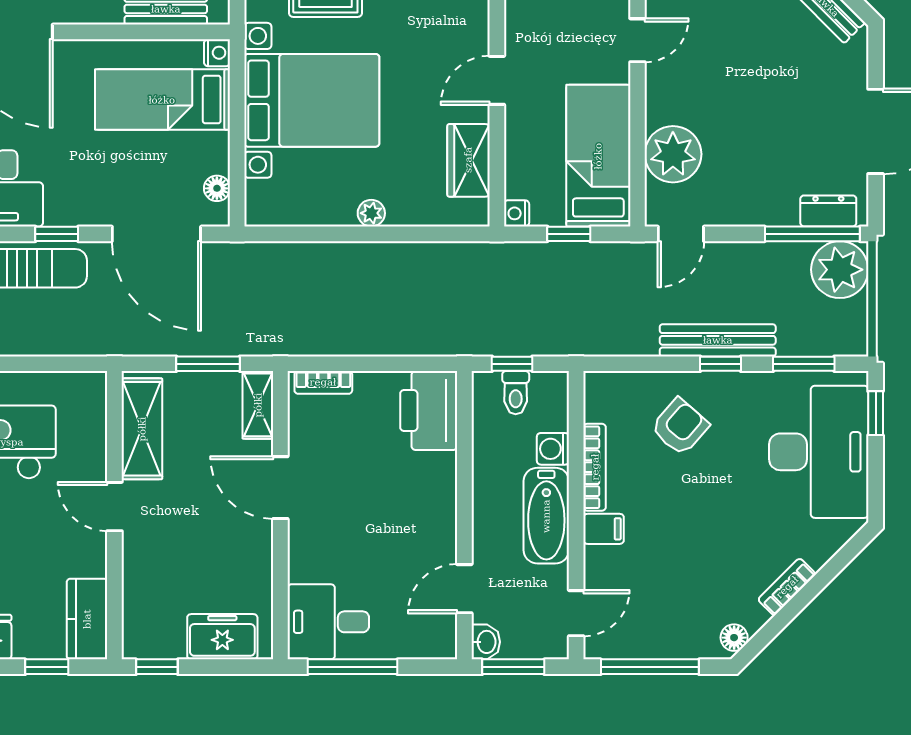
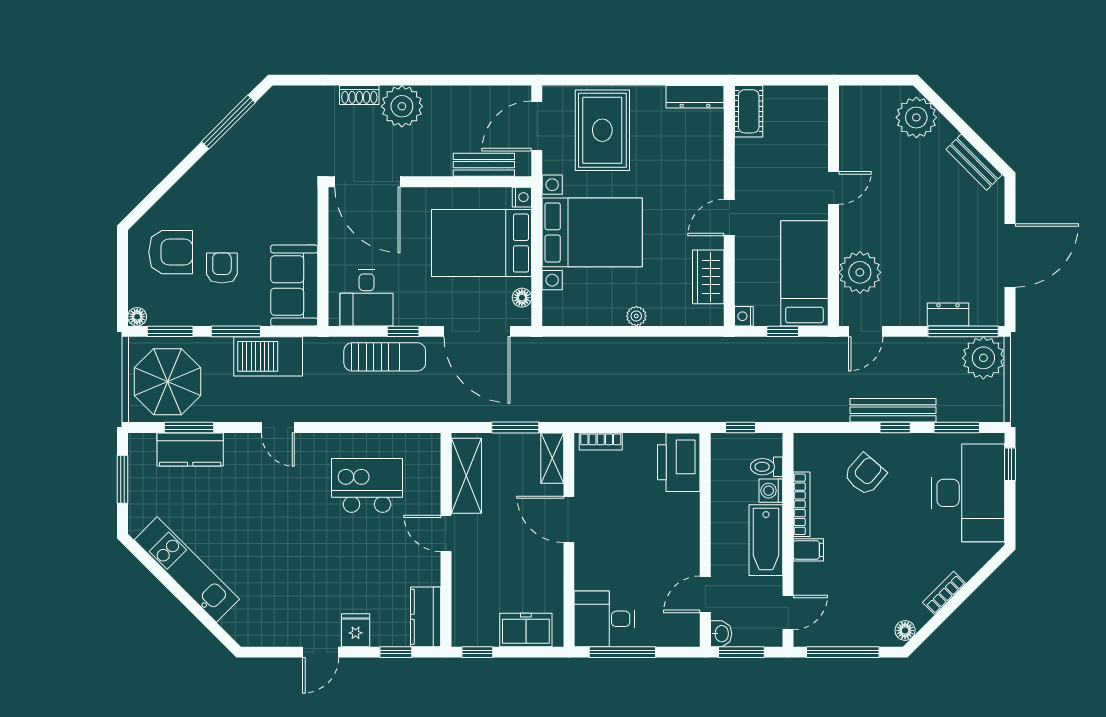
bed: (162, 100) -> (482, 243), width x1.50
dresser: (828, 211) -> (948, 314), moved
toilet: (516, 393) -> (767, 467), moved, turned 90

